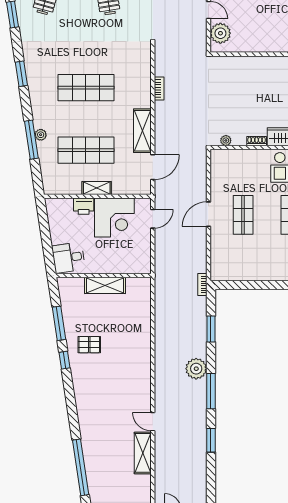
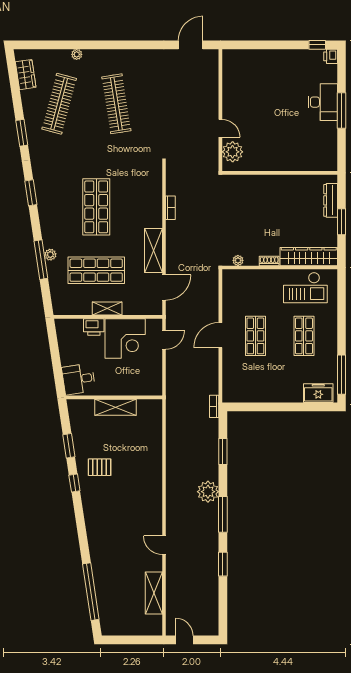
shop shelf: (86, 88) -> (96, 207), turned 90
window: (59, 323) -> (69, 446), width x0.69
shelving: (143, 453) -> (154, 593), moved

